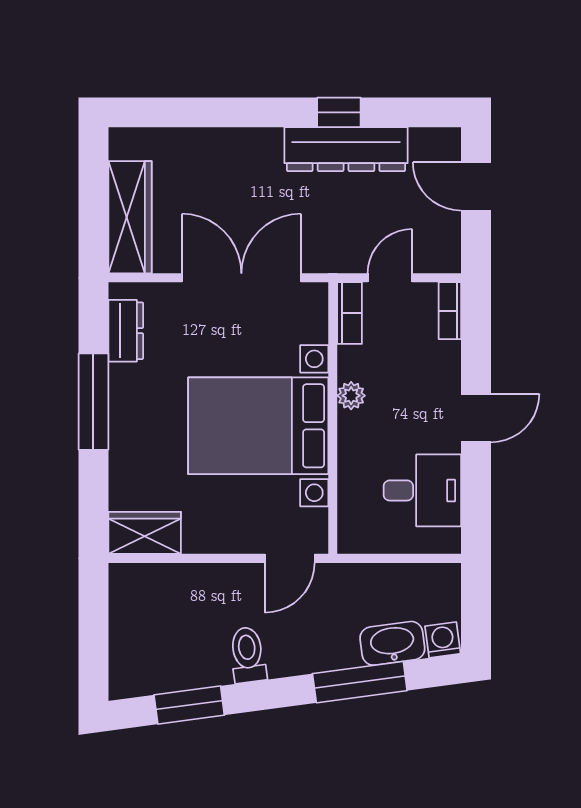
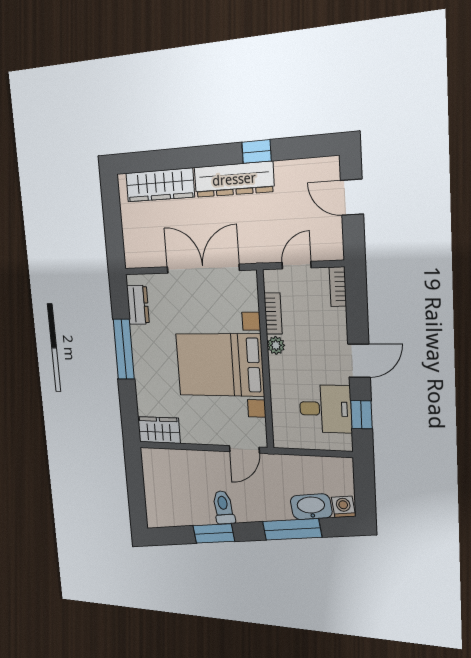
dresser: (346, 149) -> (234, 179), moved
wardrobe: (130, 217) -> (160, 185), moved, turned 90
bookcase: (350, 313) -> (273, 314), moved
window: (476, 498) -> (361, 415), added
window: (189, 705) -> (214, 533), moved

